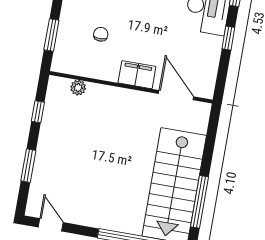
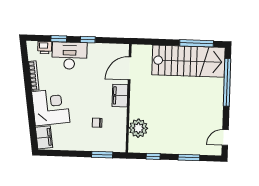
plant: (78, 88) -> (138, 128), width x1.88, depth x1.88

